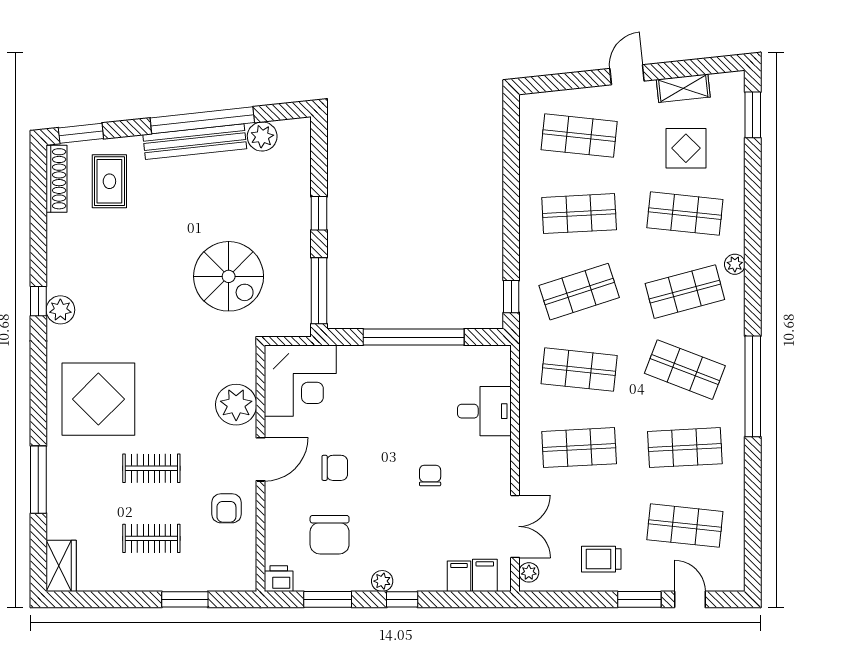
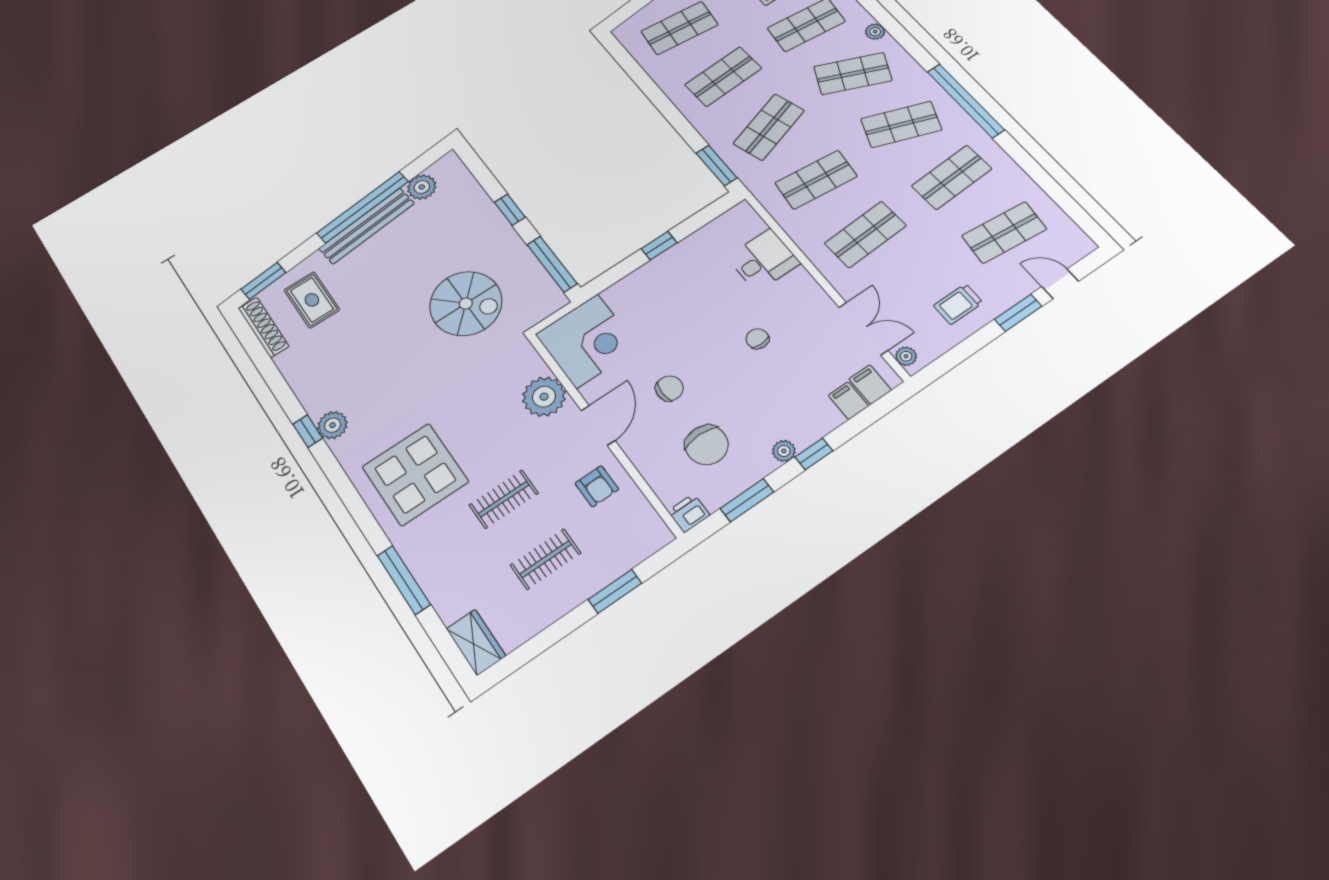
shop shelf: (685, 292) -> (853, 74), turned 39
window: (511, 297) -> (717, 166), width x1.50
window: (414, 337) -> (659, 246), width x0.32

